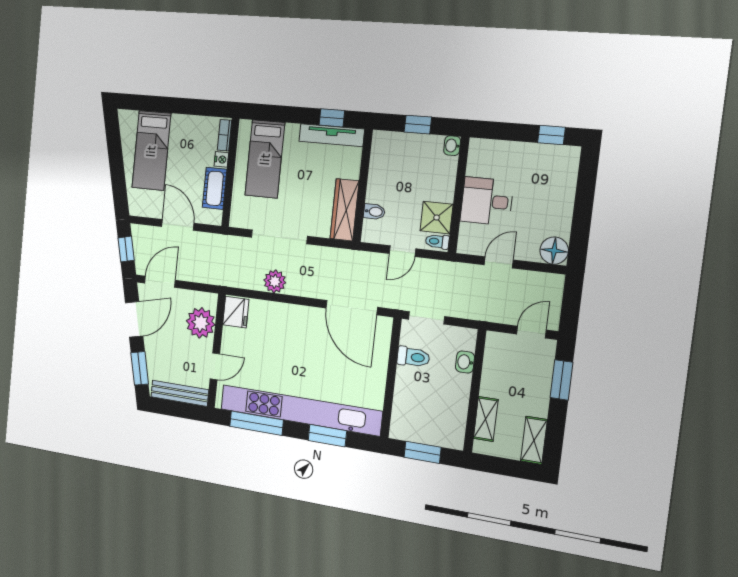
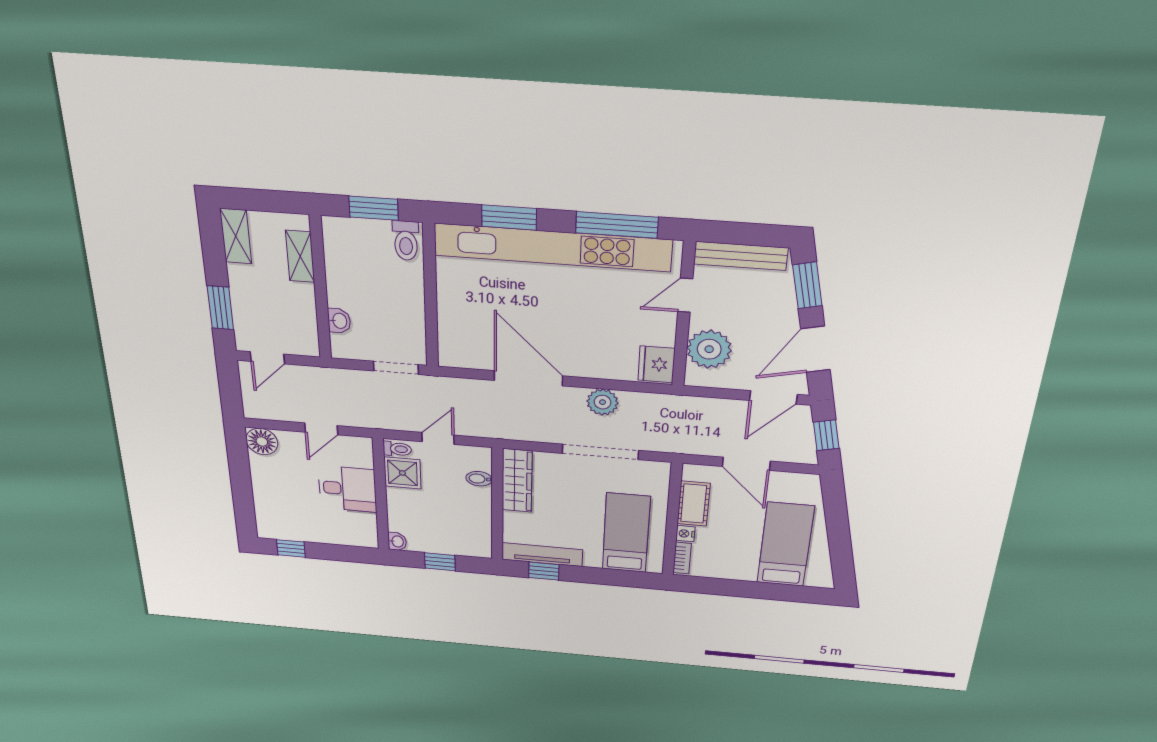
door: (352, 308) -> (528, 378), moved
toilet: (413, 357) -> (406, 241), moved, turned -90

